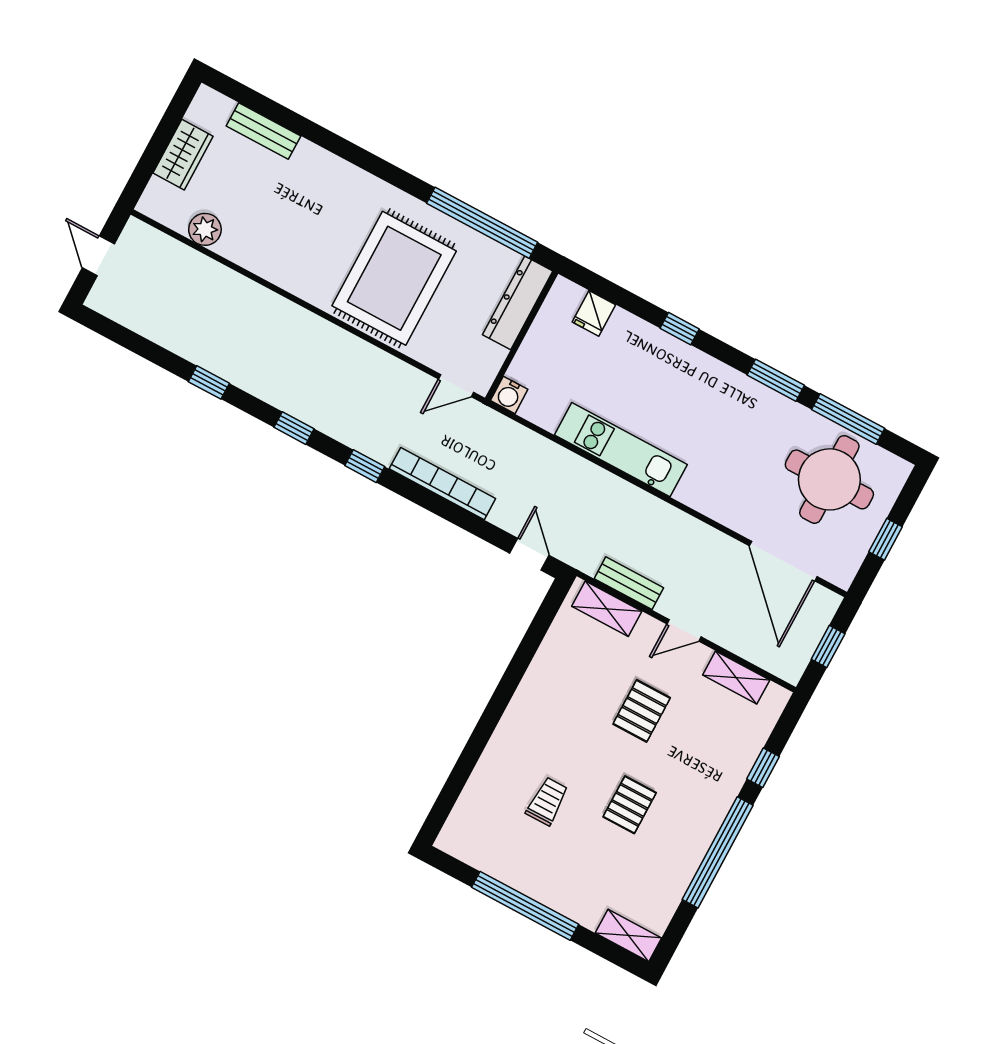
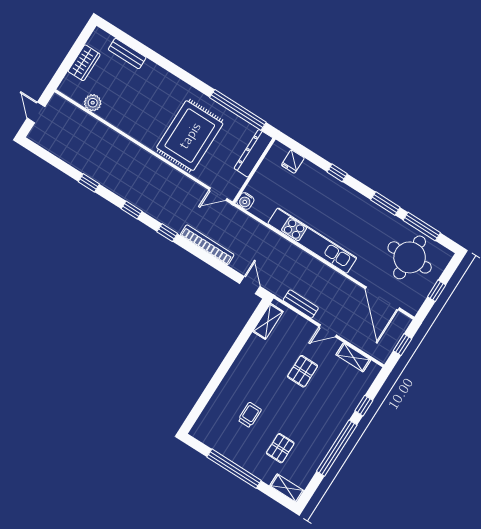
kitchen unit: (621, 450) -> (312, 241), width x1.36
shelving: (607, 609) -> (268, 321), moved, turned 90
pallet: (630, 805) -> (280, 448), moved

